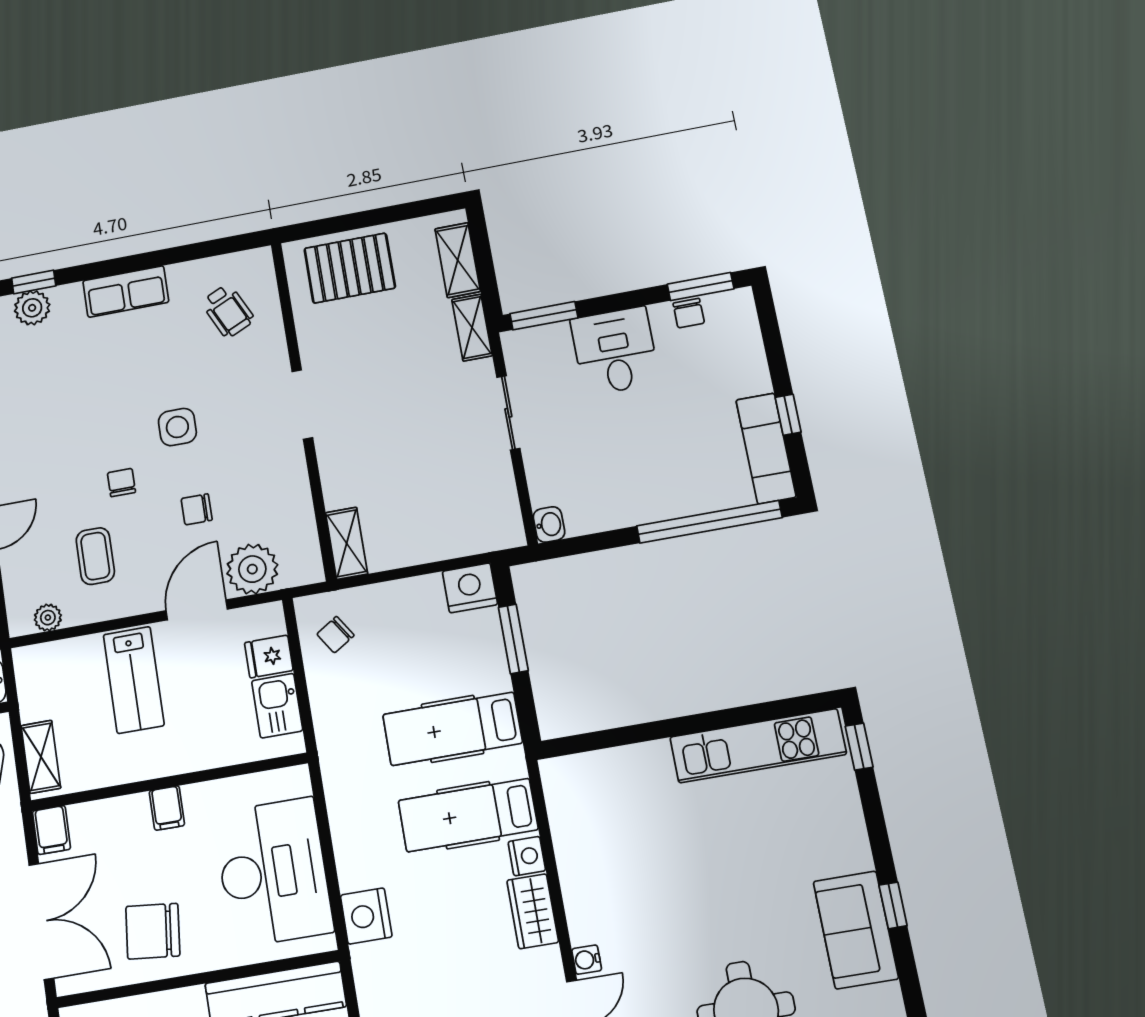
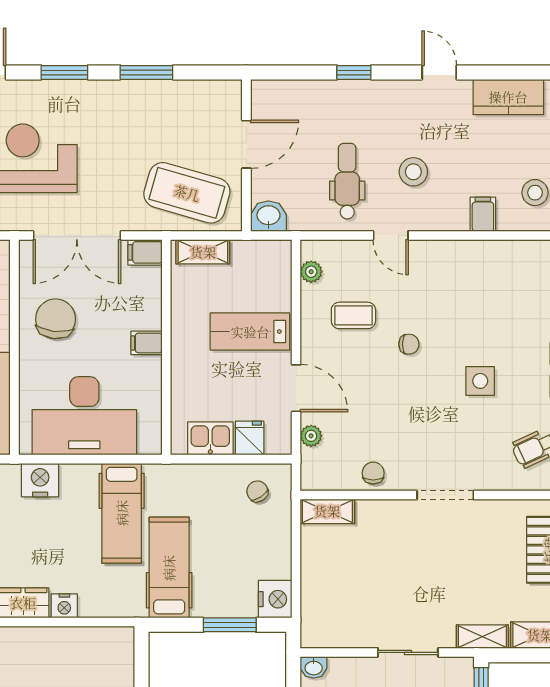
side table: (177, 427) -> (480, 381), moved
chair: (197, 509) -> (373, 473), moved
plant: (252, 569) -> (311, 436), width x0.53, depth x0.53
hospital bed: (468, 815) -> (122, 513), moved, turned 180

